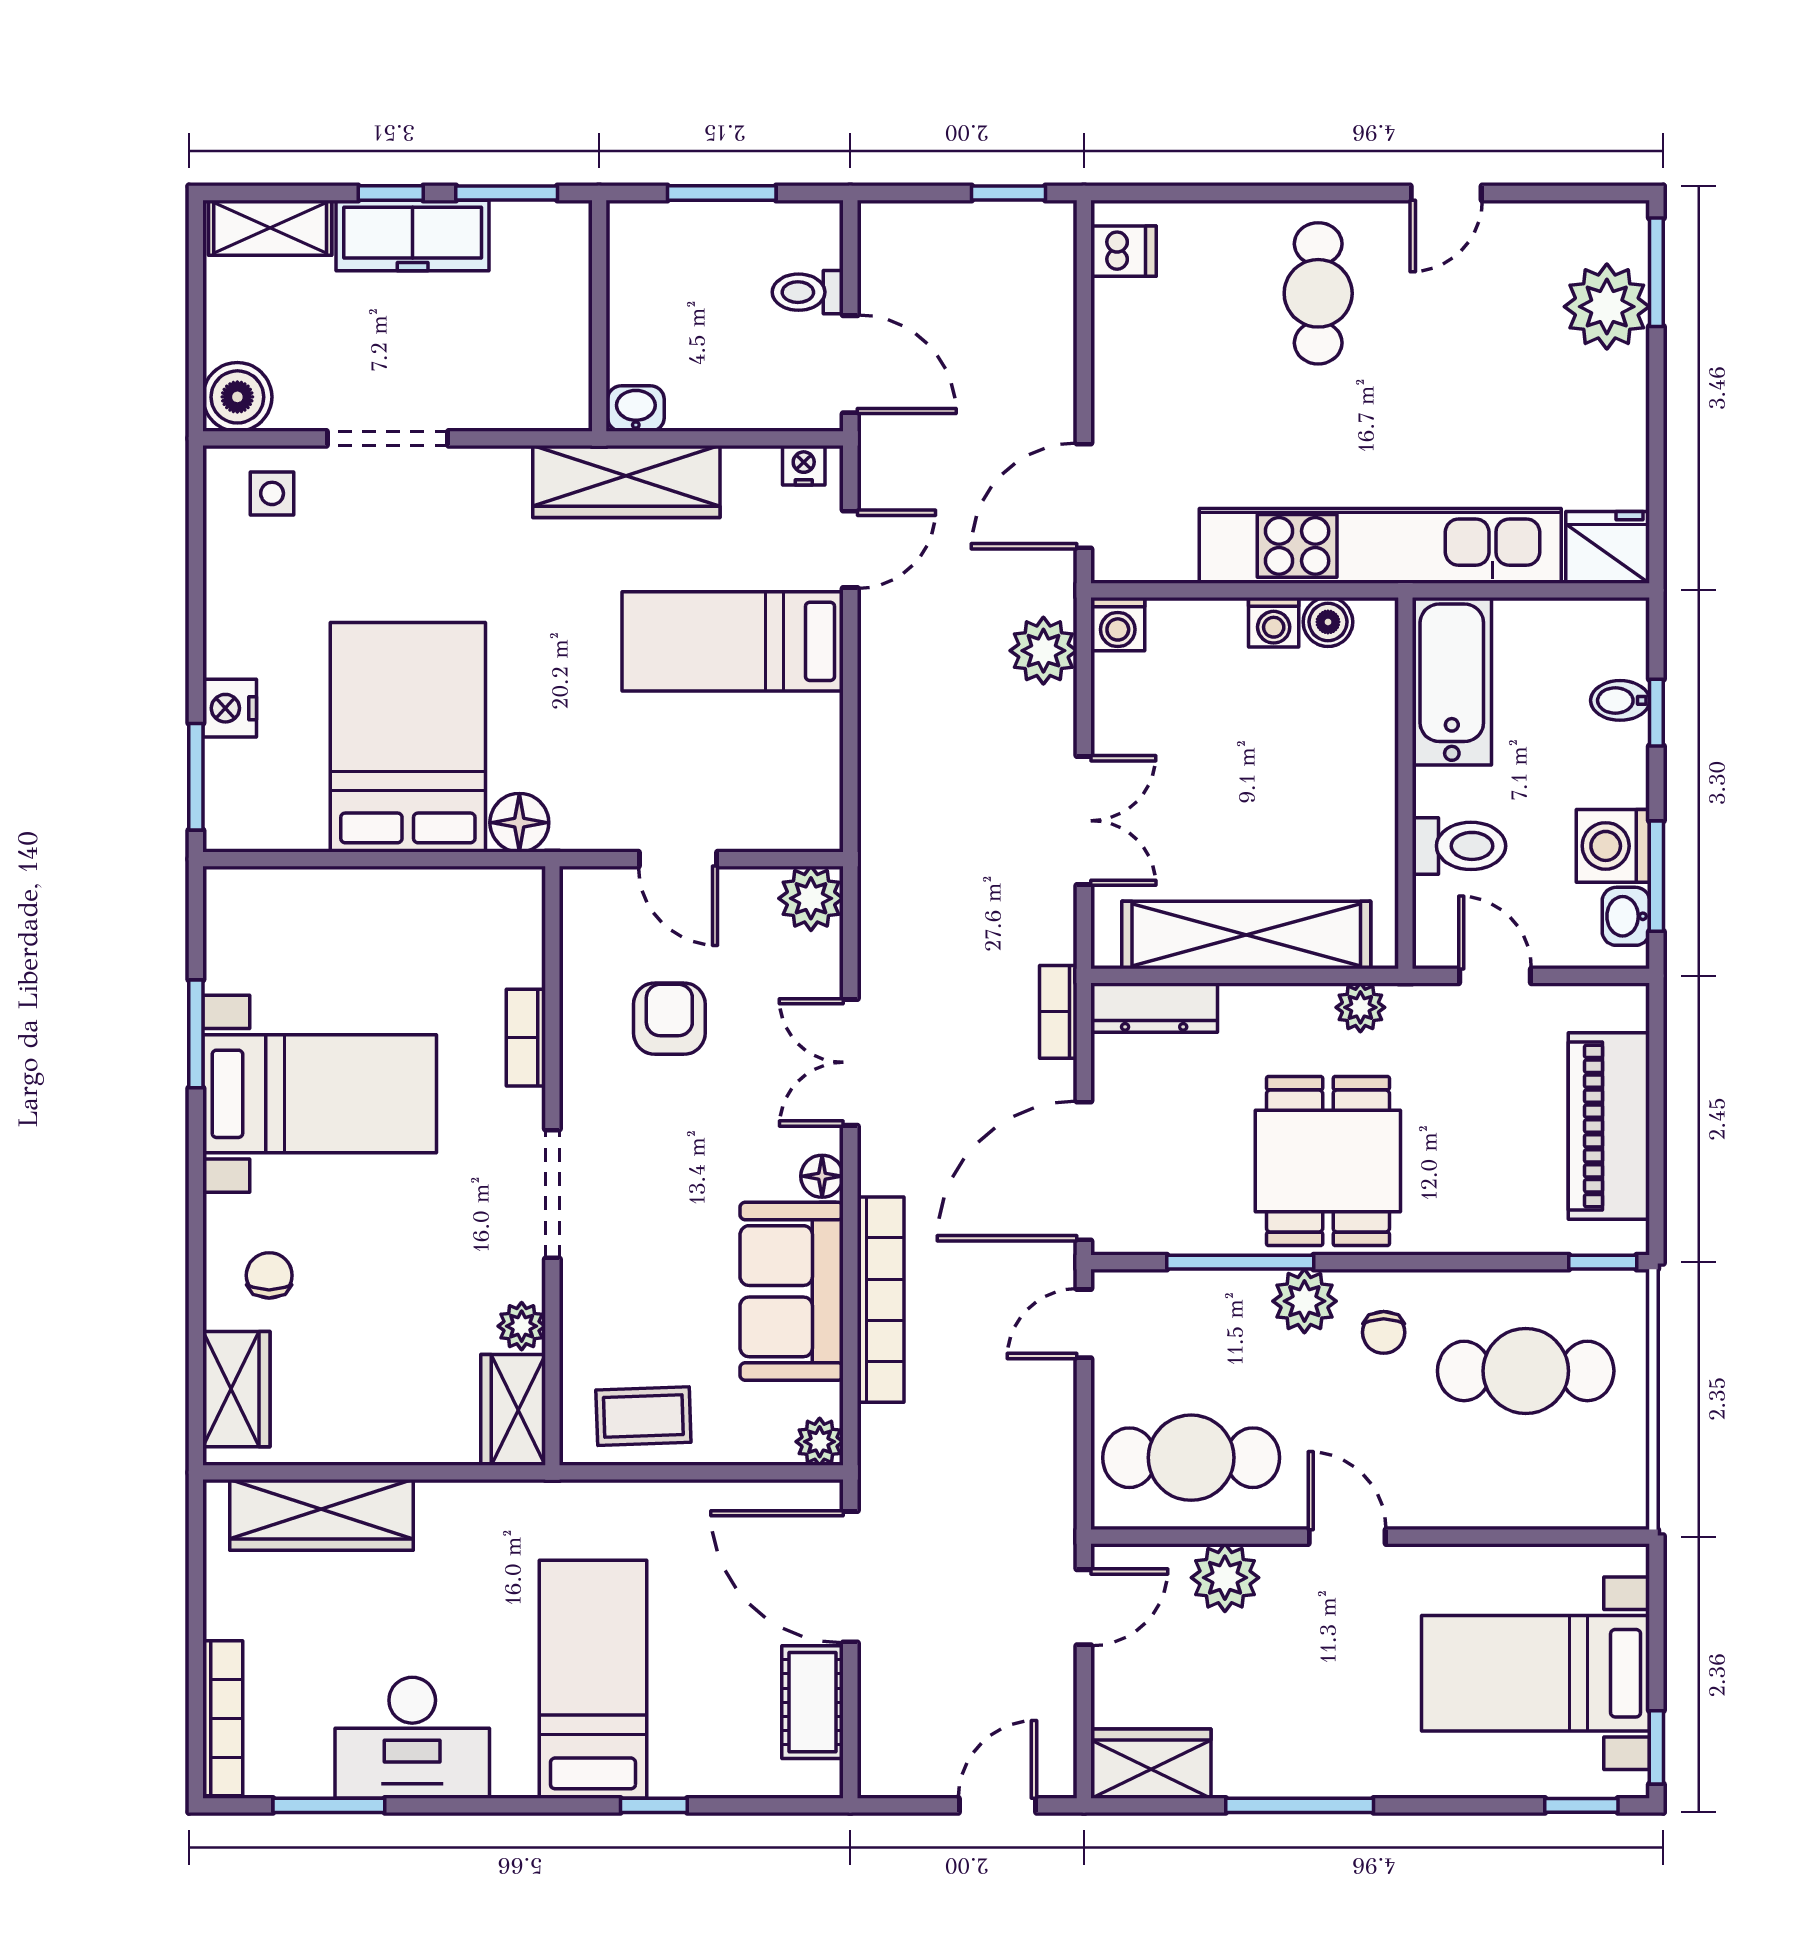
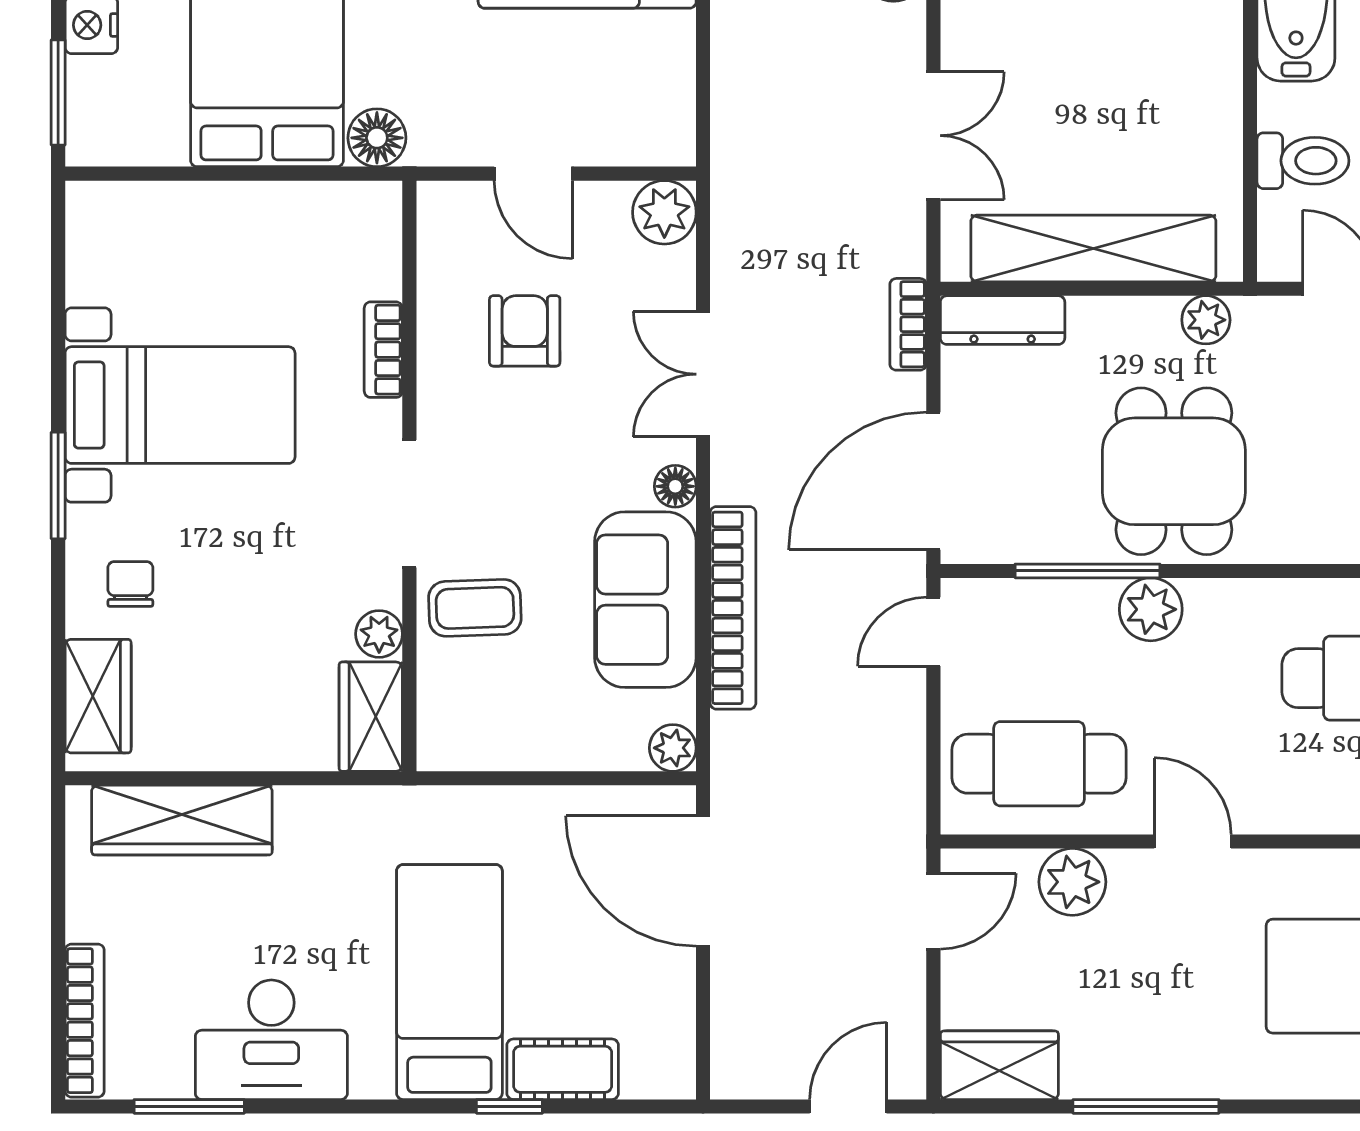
window: (196, 1034) -> (58, 485), moved
chair: (1384, 1332) -> (1229, 640), removed
coffee table: (643, 1416) -> (475, 608), moved
cot: (813, 1702) -> (563, 1069), moved, turned 90

